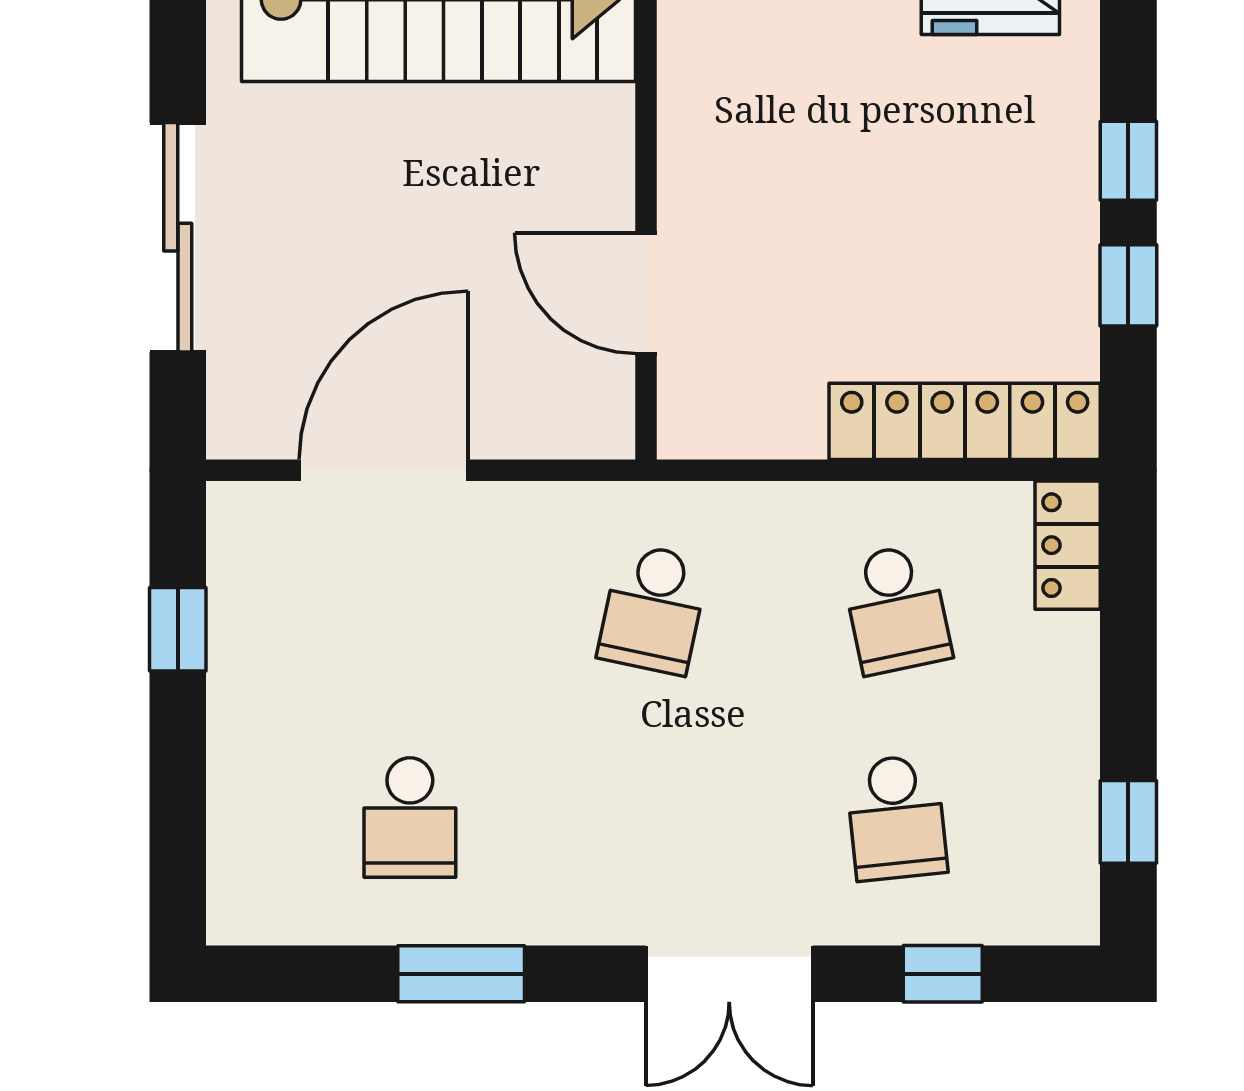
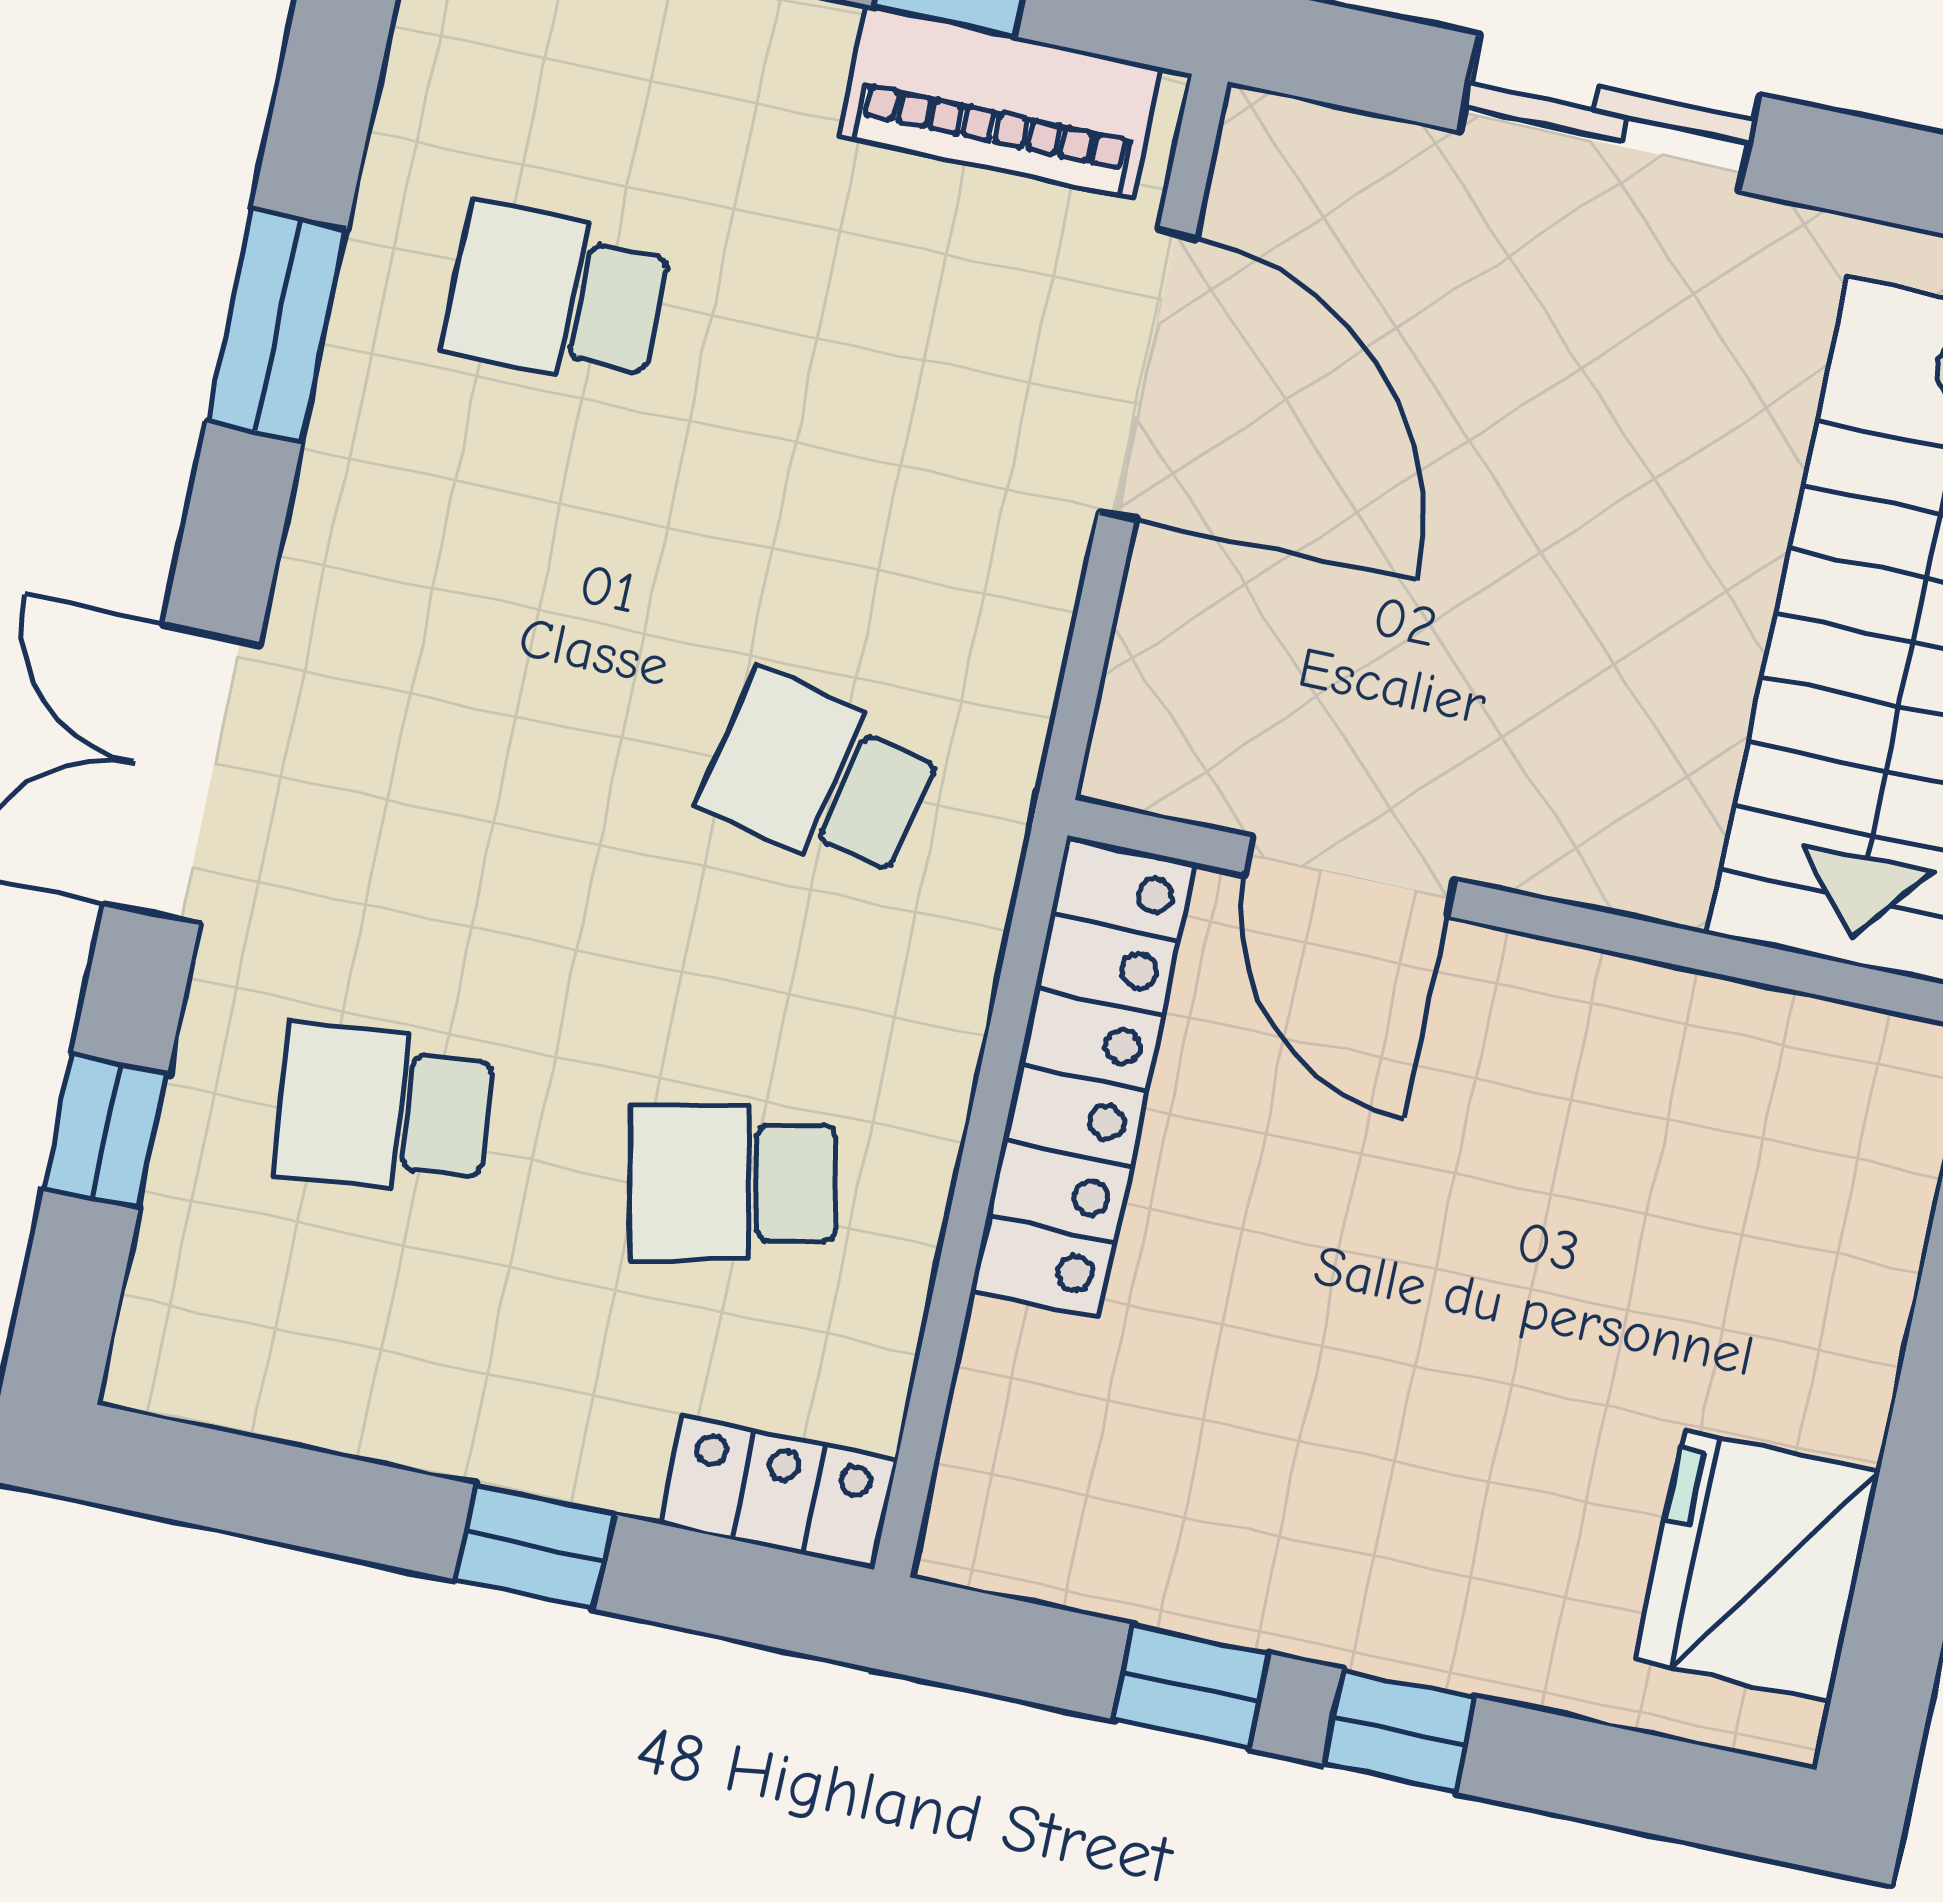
sliding door: (178, 237) -> (1610, 113), width x0.73
door: (646, 293) -> (1350, 877), swing flipped
locker: (965, 421) -> (1083, 1078), moved
piano: (245, 587) -> (1001, 102), added
window: (1128, 822) -> (535, 1547), moved

